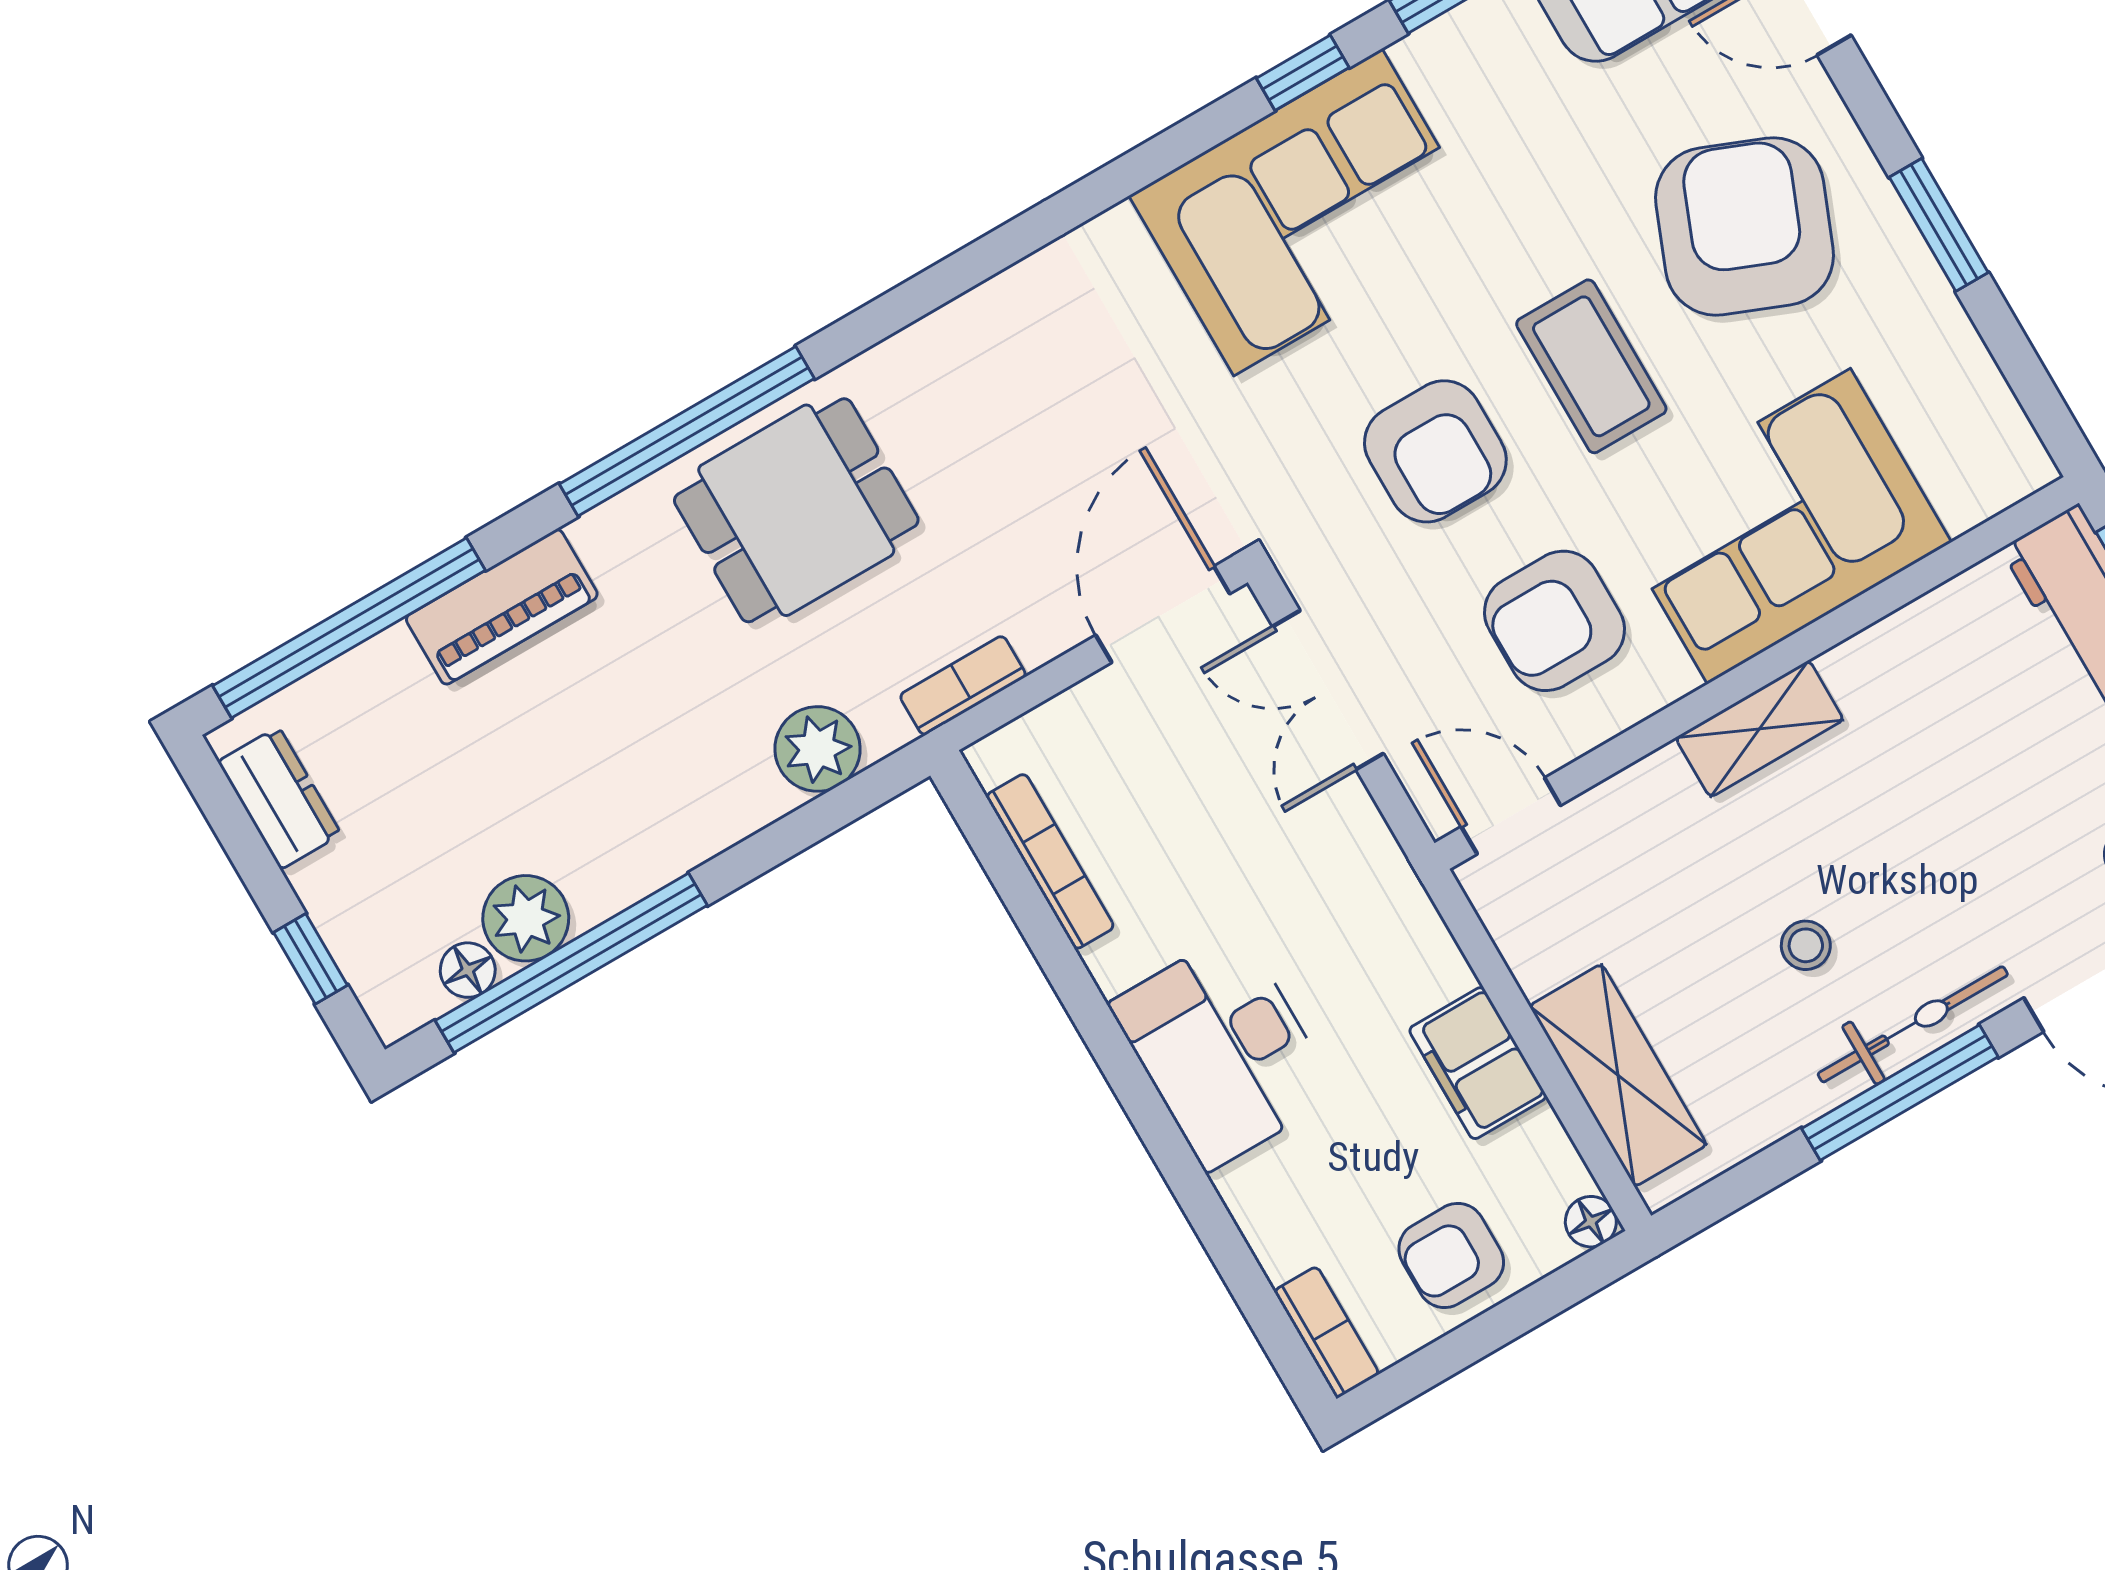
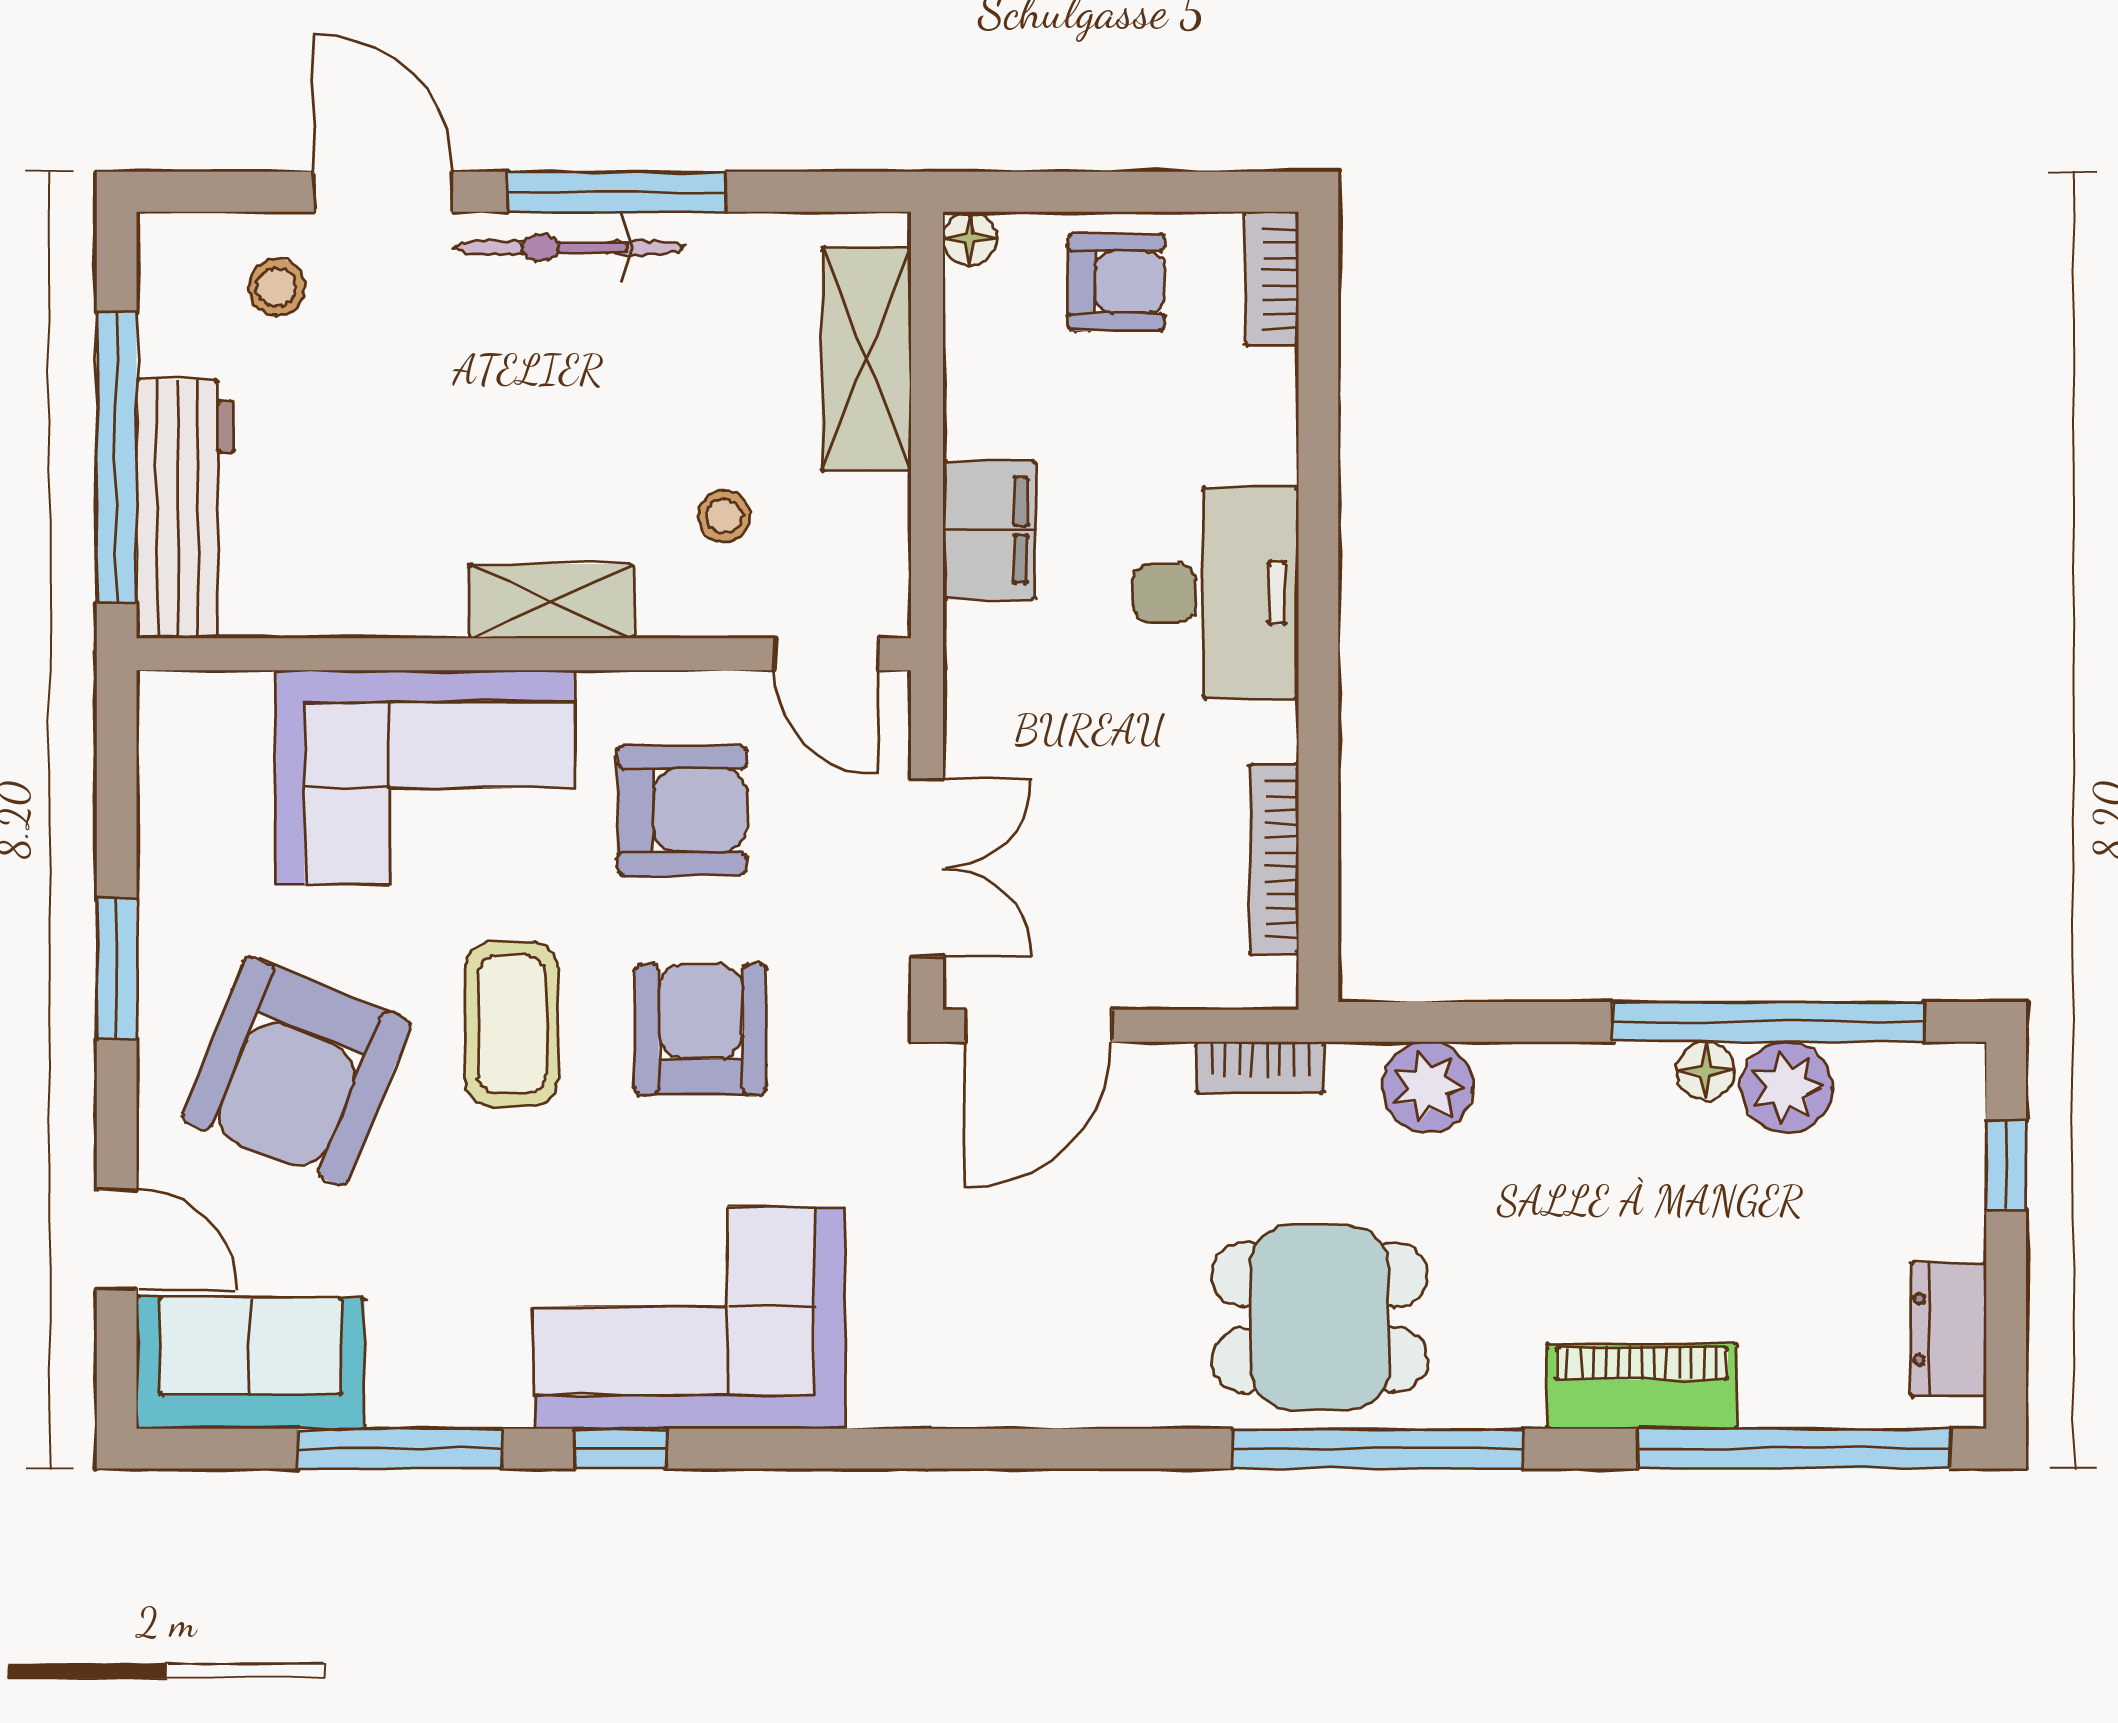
stool: (1806, 945) -> (724, 516), moved
floor lamp: (468, 970) -> (1705, 1071), moved
filing cabinet: (1478, 1063) -> (989, 530), moved

